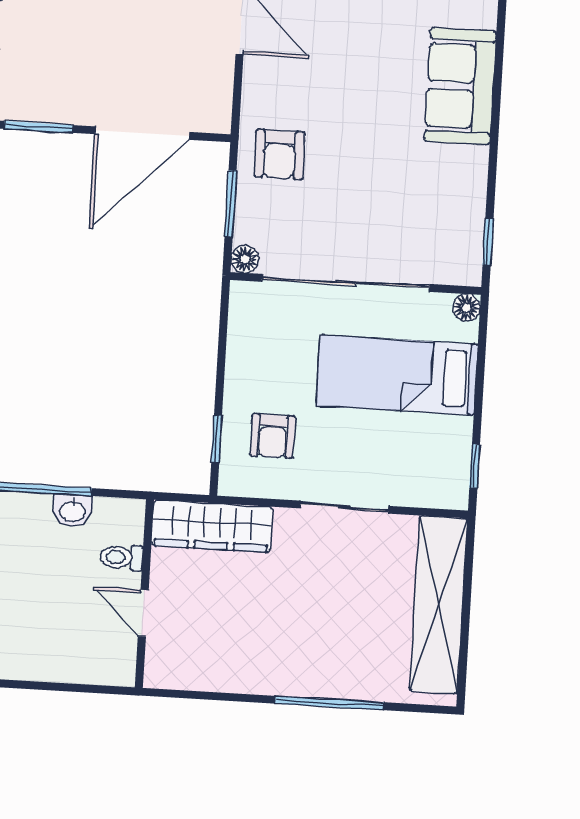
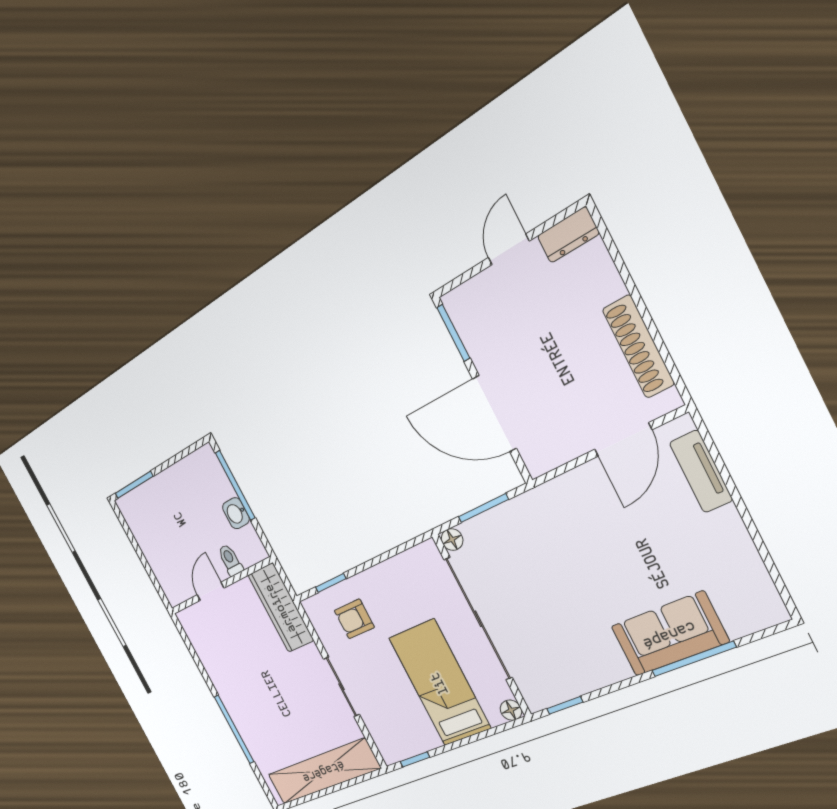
window: (498, 77) -> (693, 659), added
armchair: (279, 154) -> (539, 524), removed

